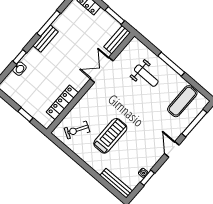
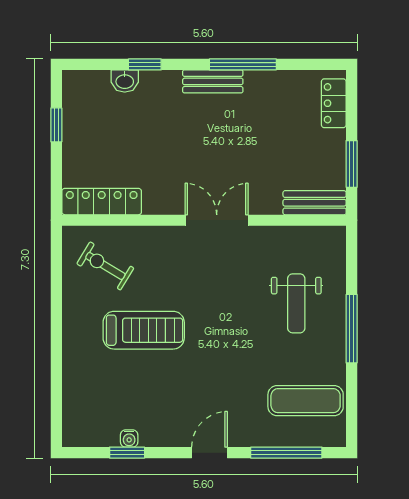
double door: (102, 70) -> (217, 220), moved
locker: (62, 102) -> (102, 202), moved
window: (25, 115) -> (56, 125), moved
bench: (116, 183) -> (73, 408), removed

